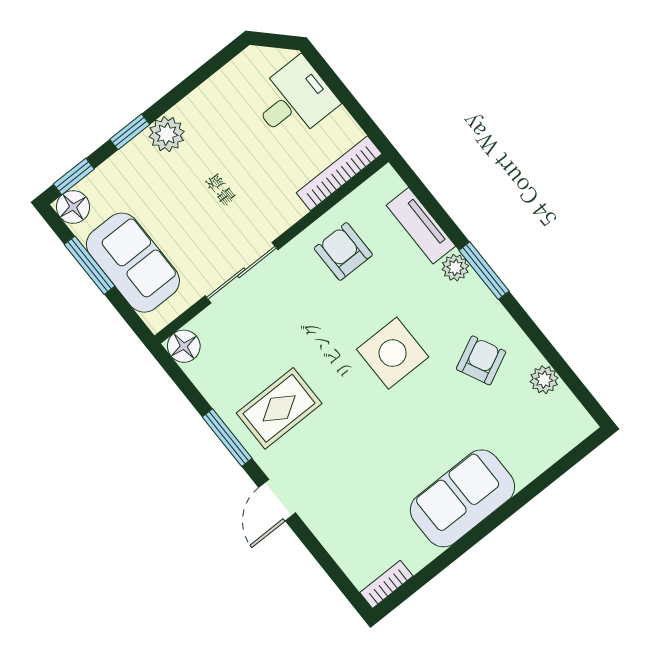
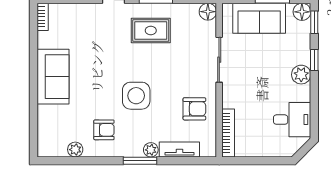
desk: (294, 100) -> (292, 120), moved, turned -90
armchair: (481, 360) -> (104, 130), turned -64
rug: (279, 408) -> (151, 31), turned 90

